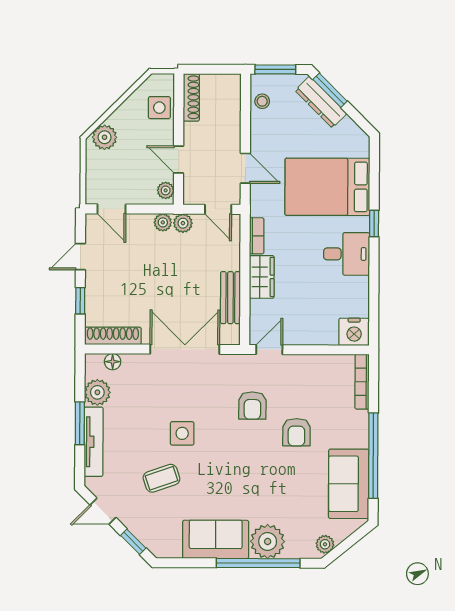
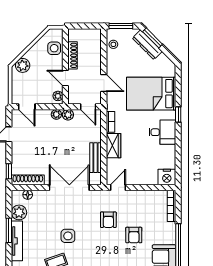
shoe rack: (191, 97) -> (73, 55), moved
window: (80, 301) -> (9, 171), moved

